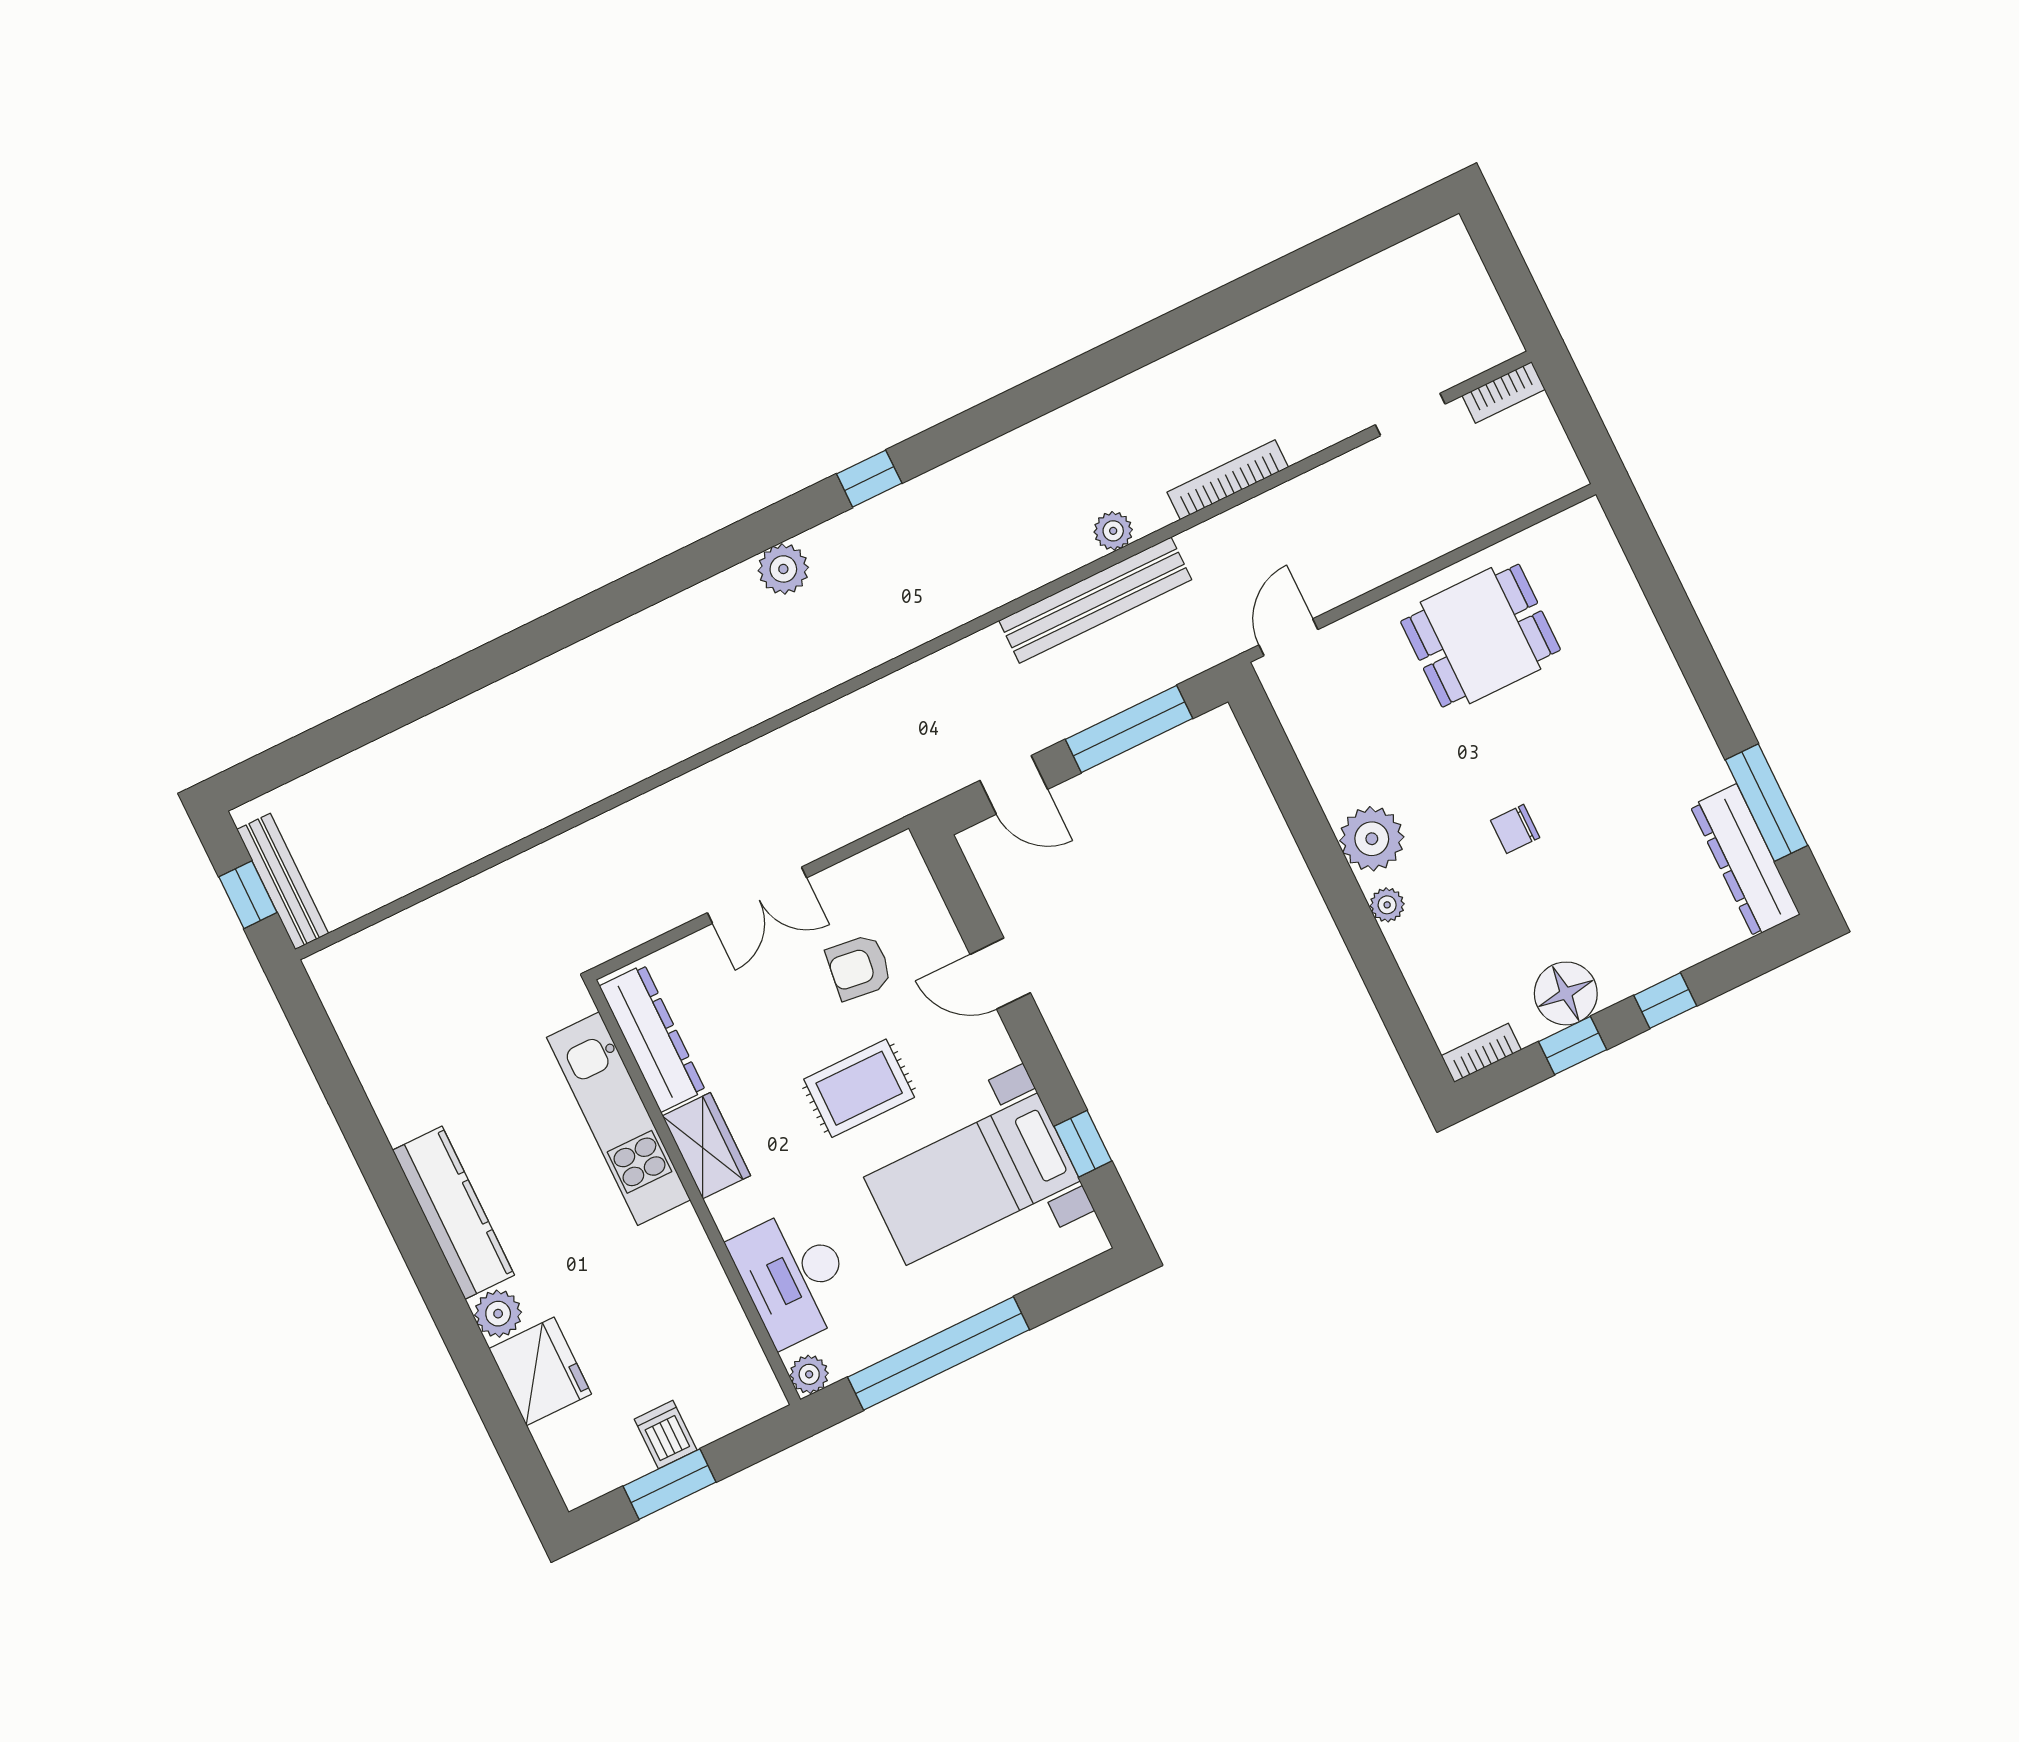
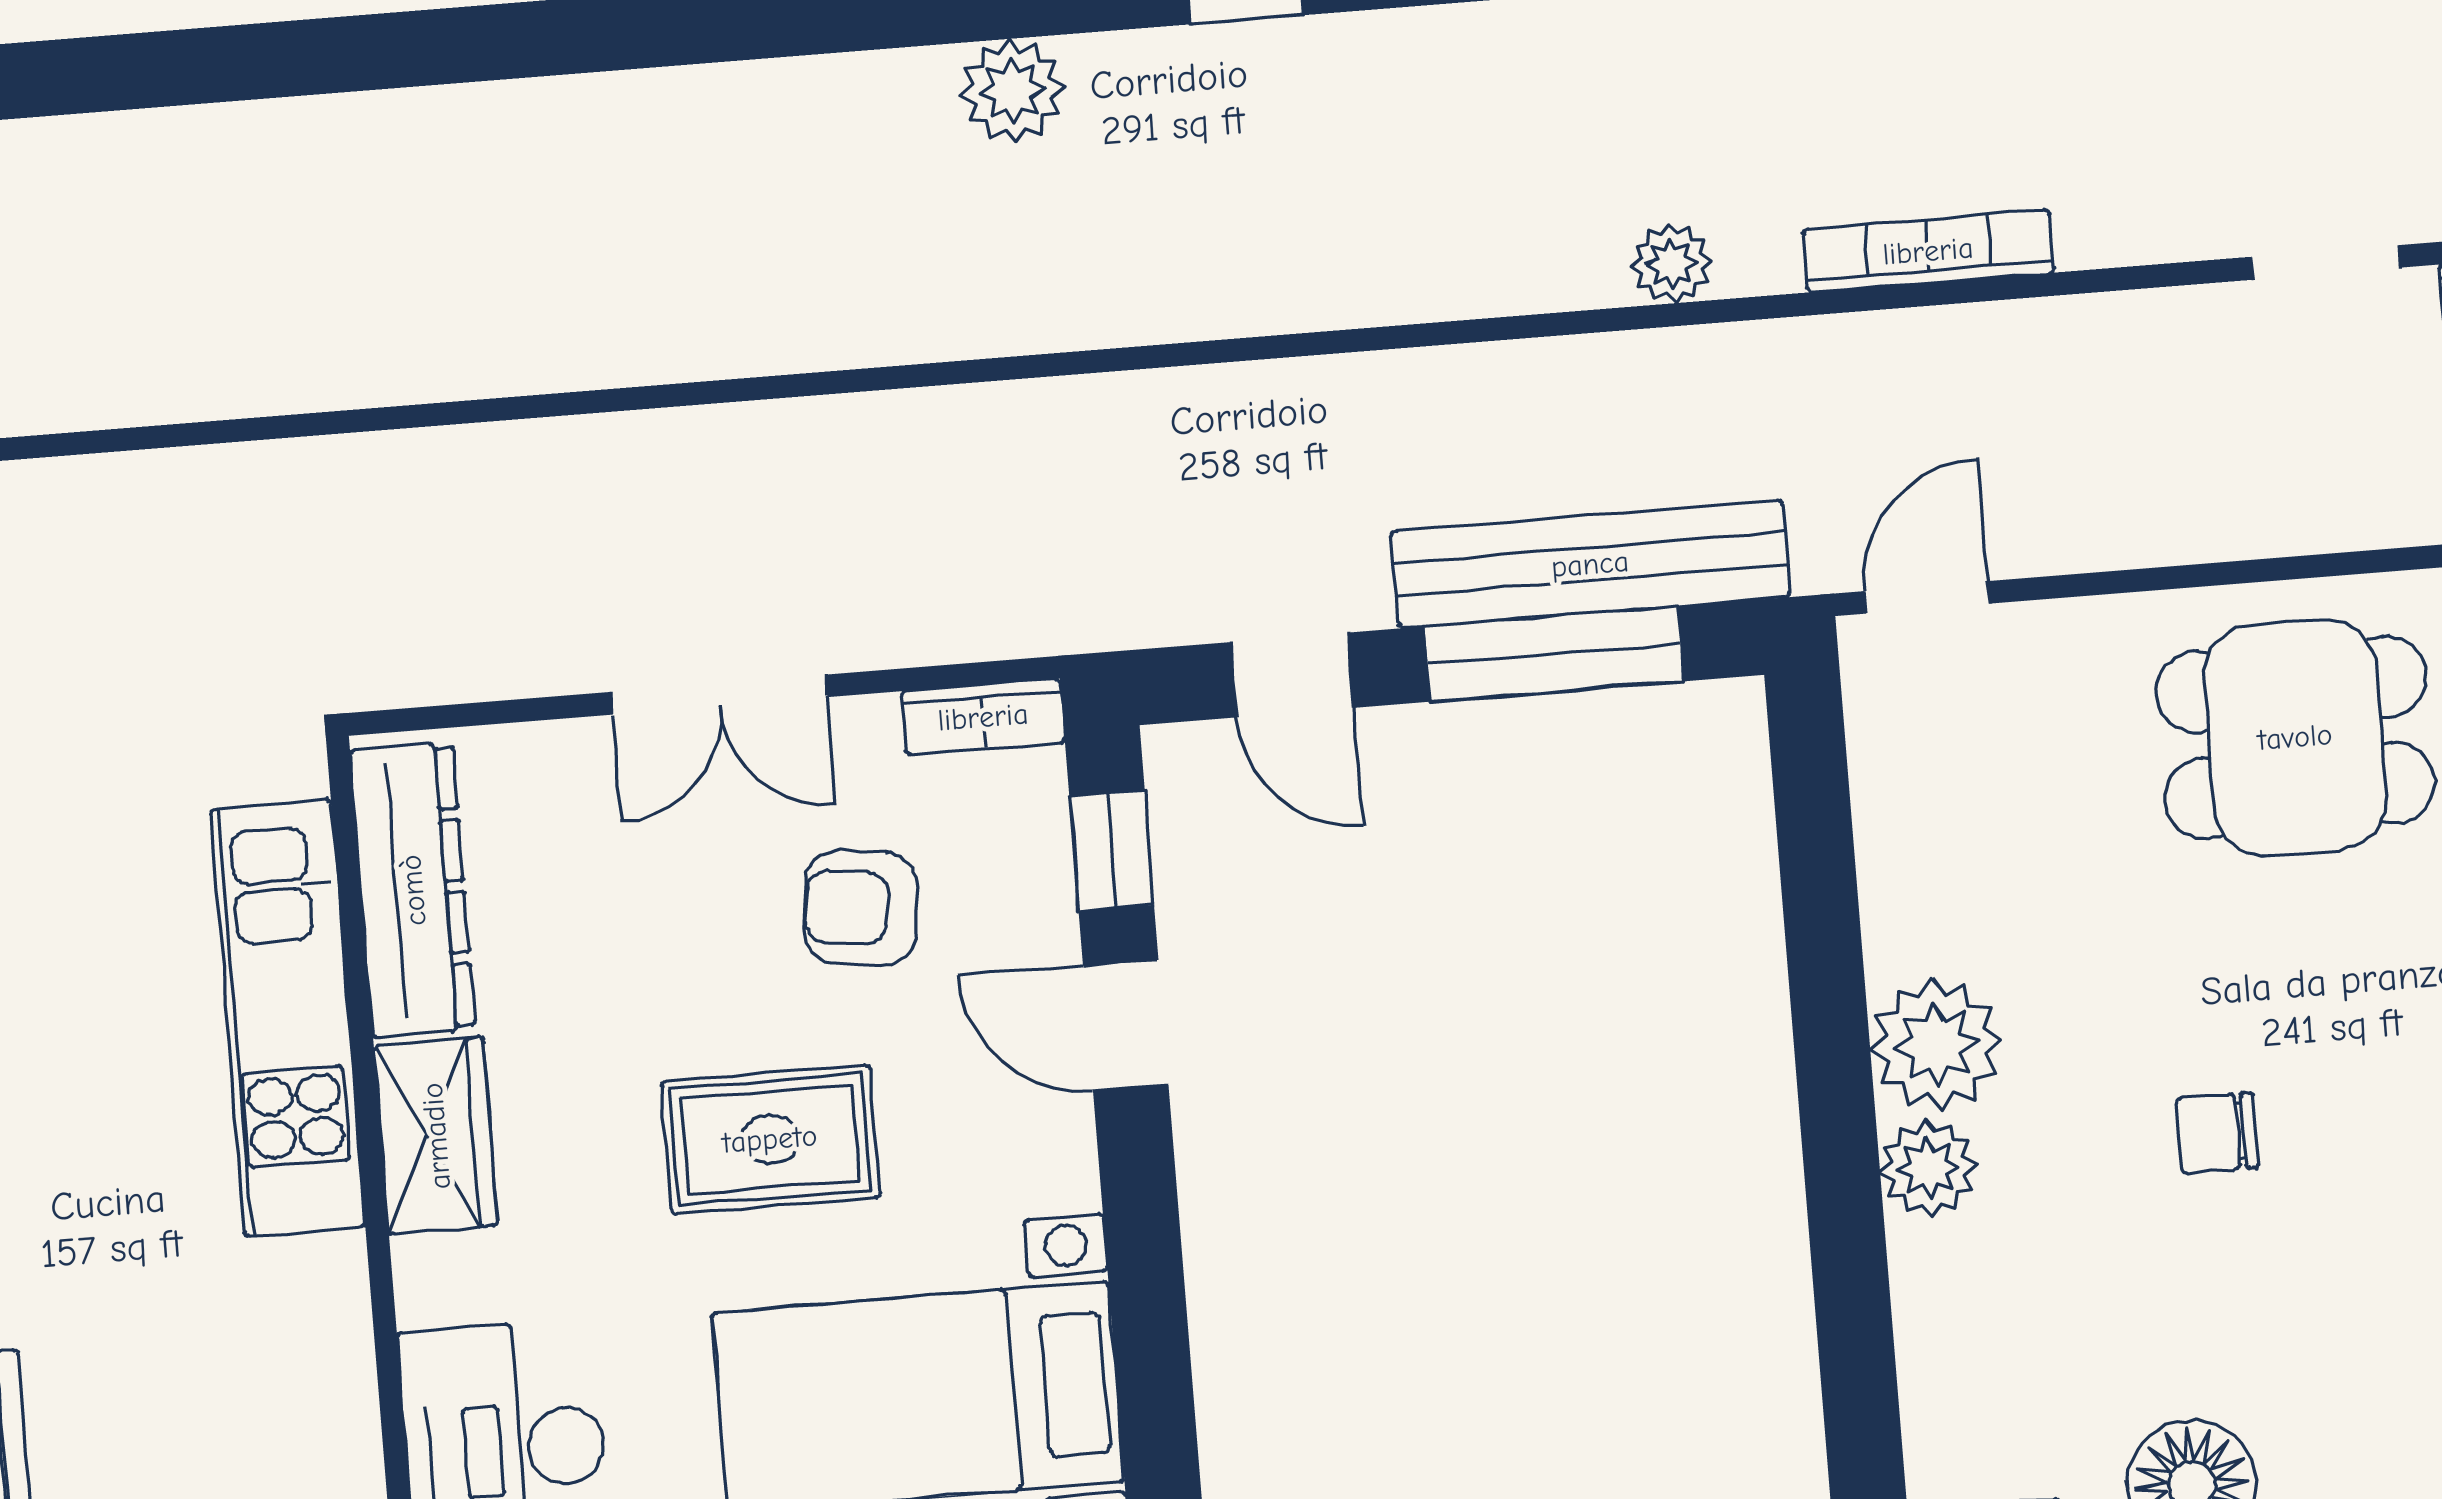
bench: (1095, 600) -> (1590, 564), moved
bookcase: (881, 859) -> (983, 717), added
plant: (1387, 905) -> (1928, 1168), width x1.38, depth x1.38
window: (1083, 1144) -> (1112, 850), moved

